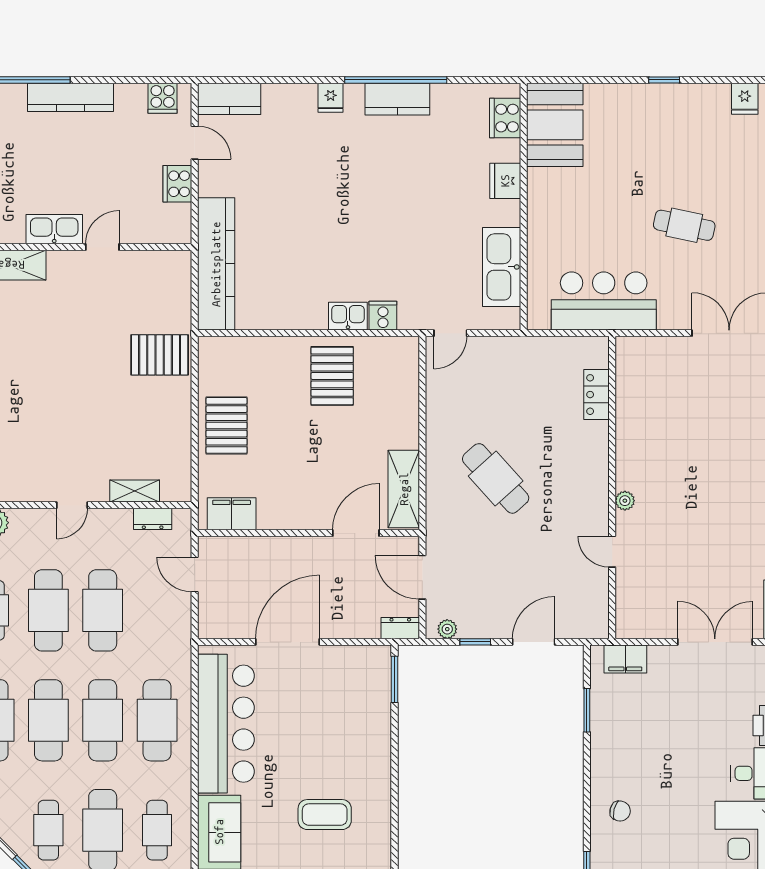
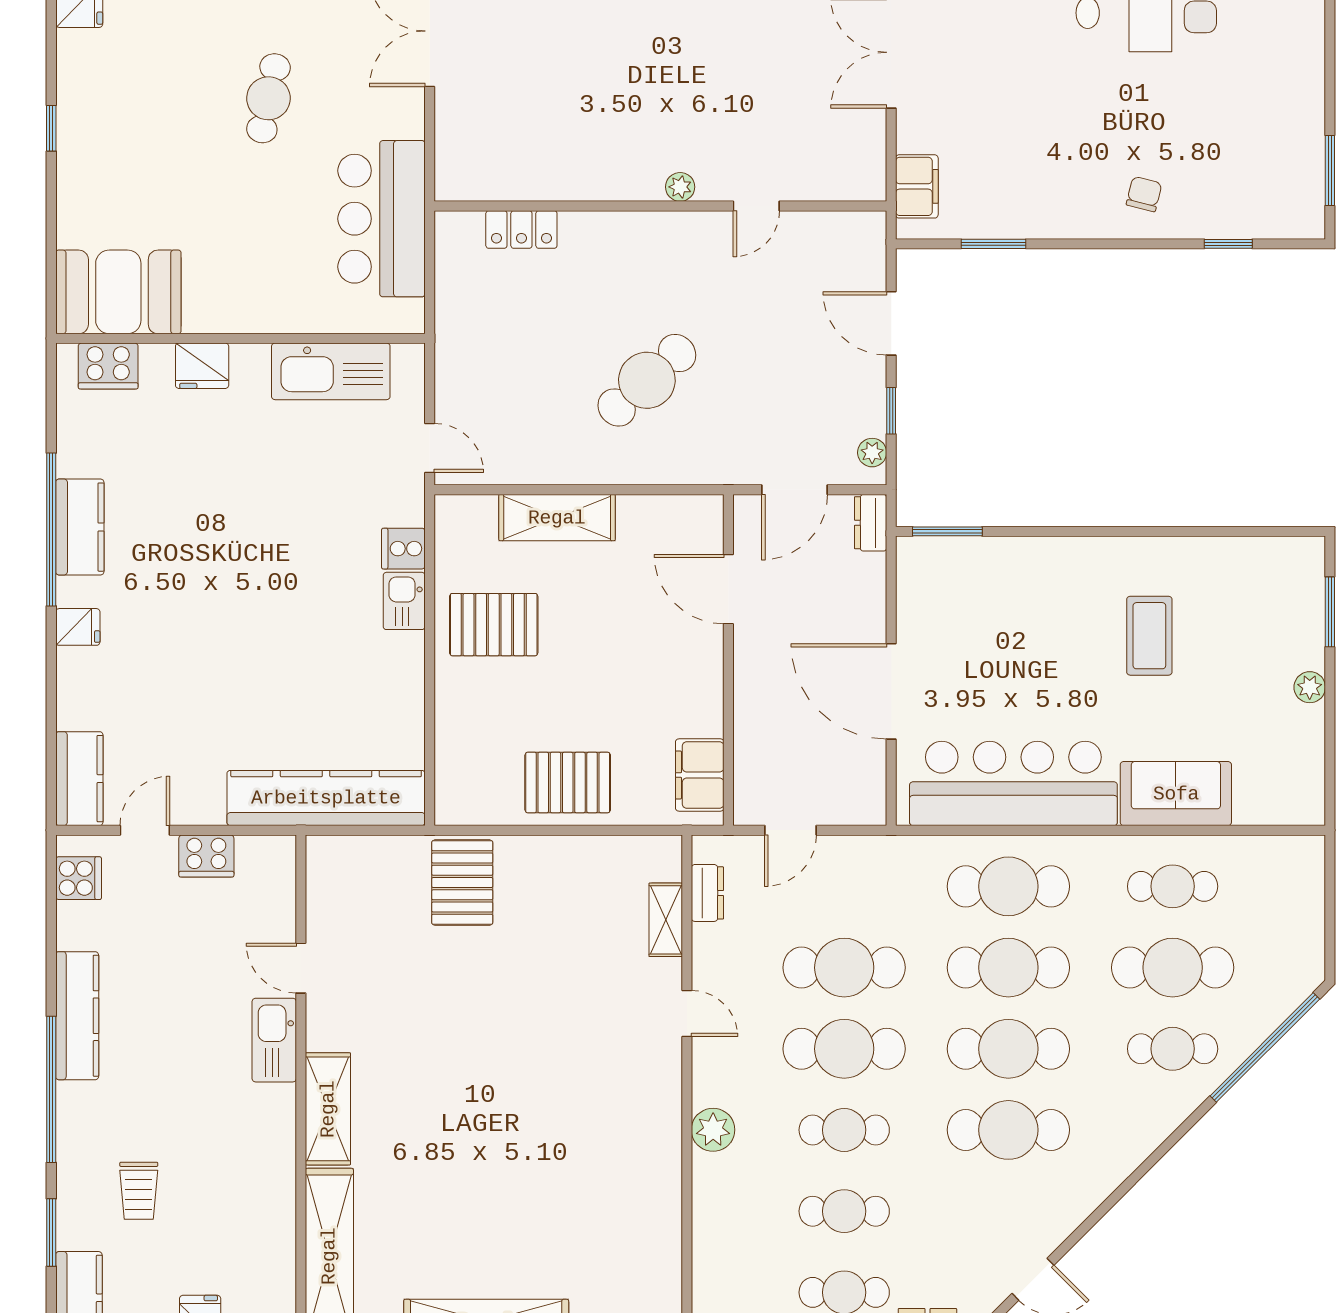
shelving: (404, 489) -> (557, 518), moved

